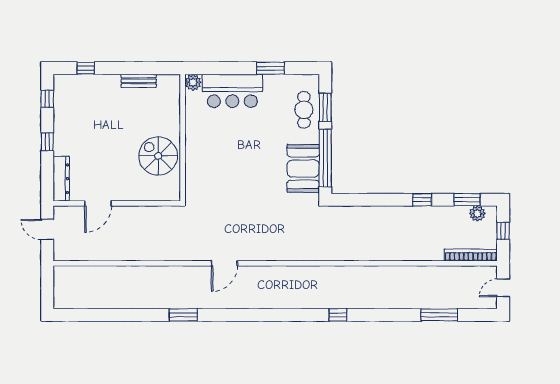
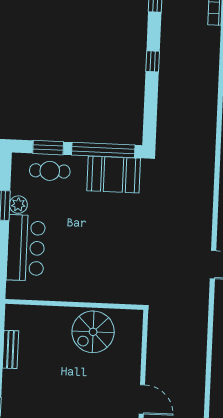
plant: (193, 82) -> (18, 205), moved
window: (422, 200) -> (153, 61), moved

